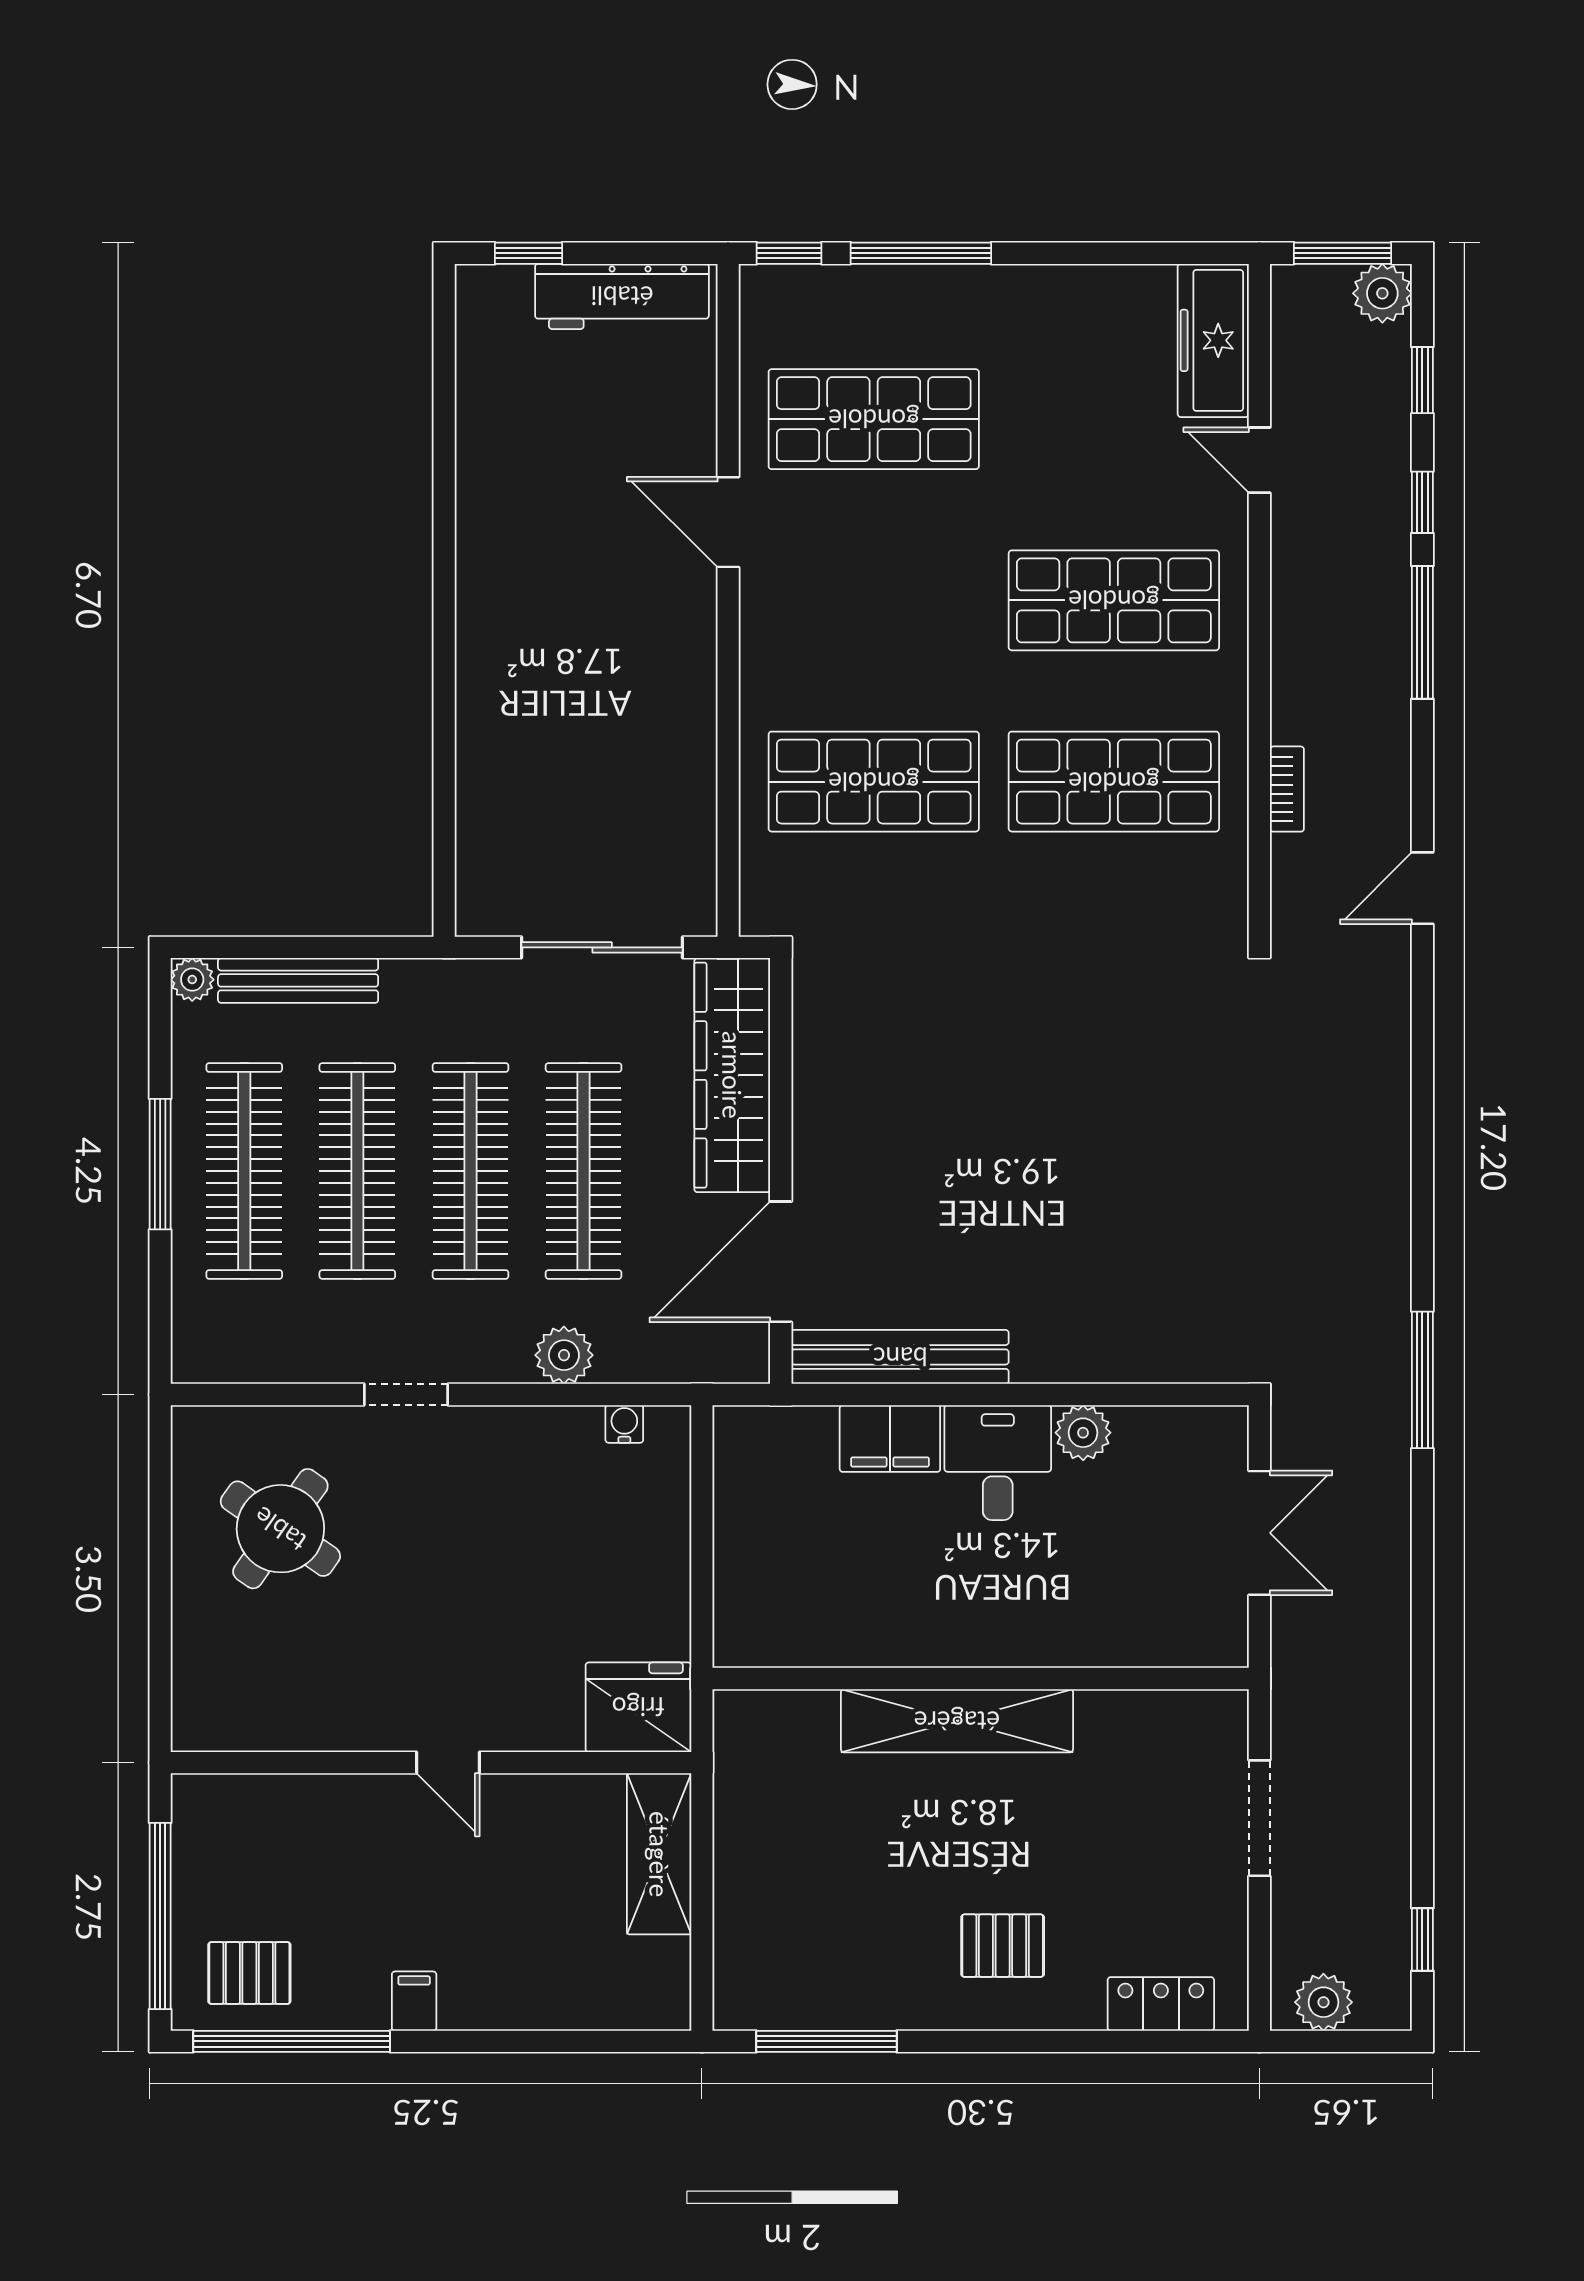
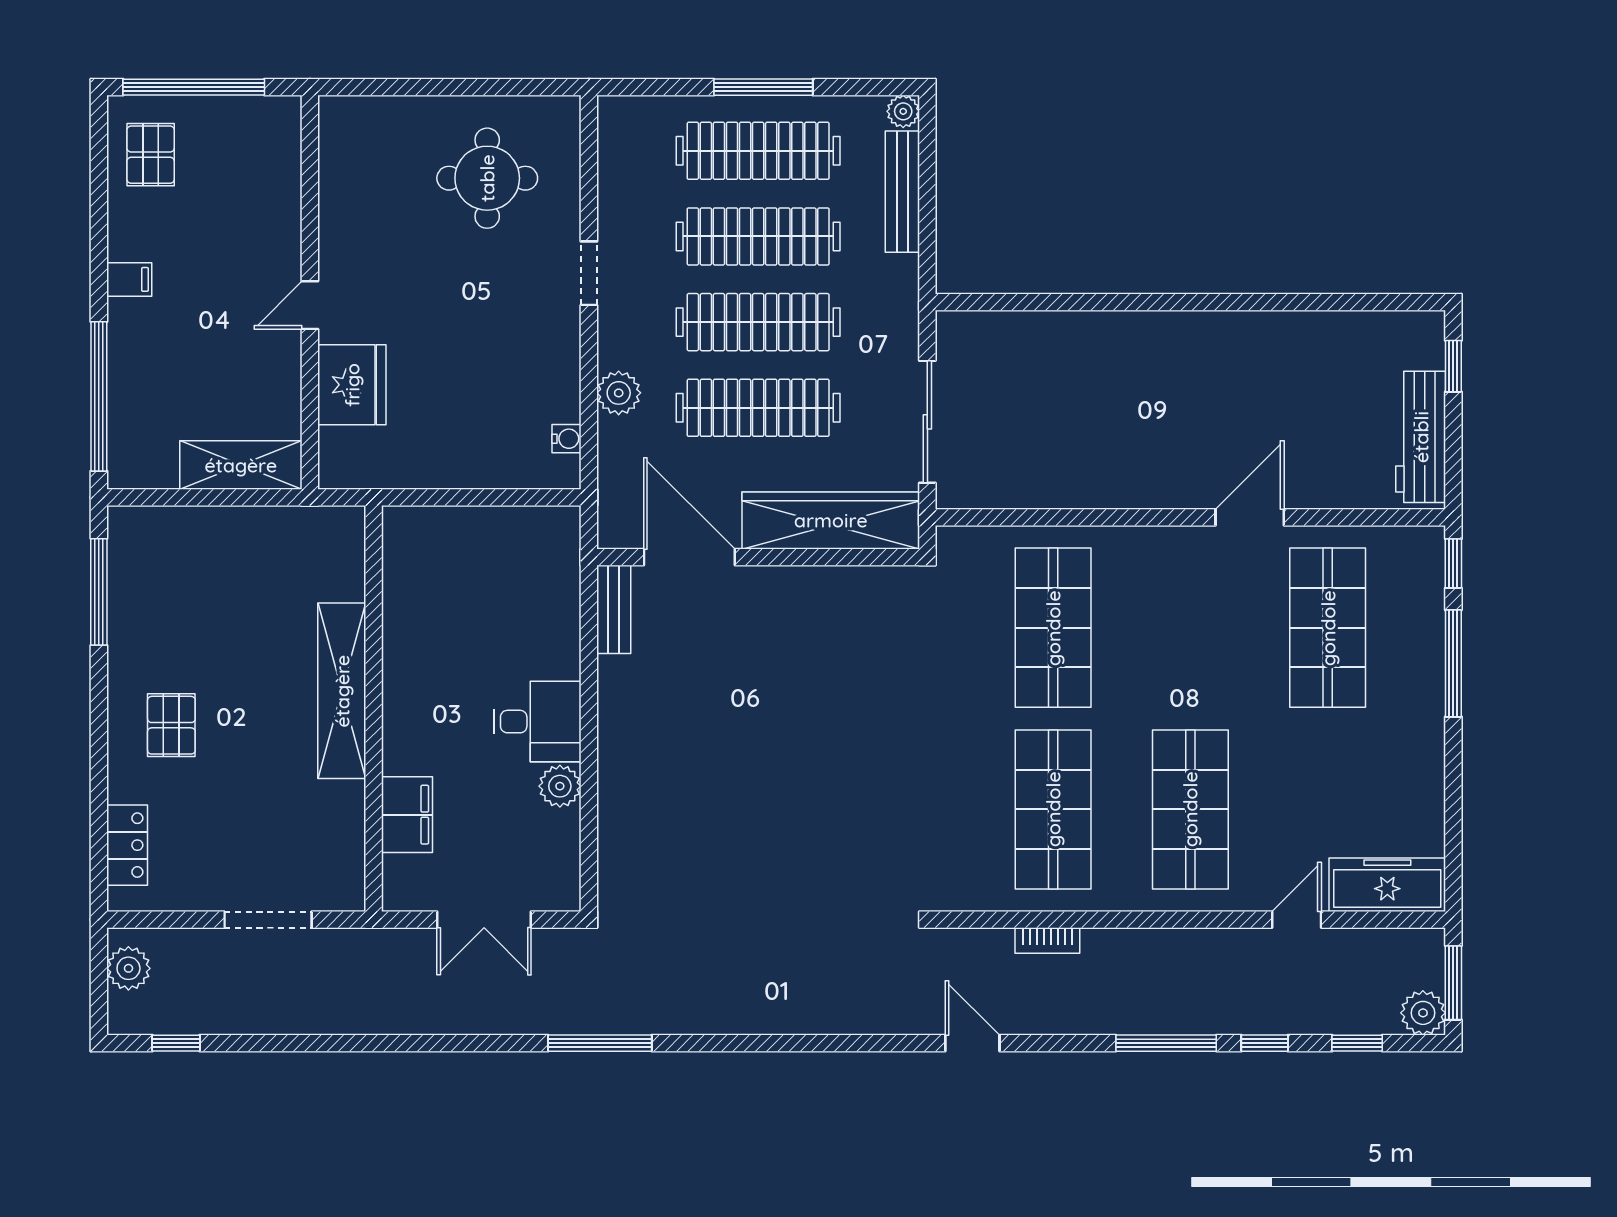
bench: (900, 1357) -> (614, 609), width x0.54, depth x0.82
filing cabinet: (890, 1439) -> (407, 815), moved, turned 180
round table: (280, 1529) -> (487, 178), turned -35
fridge: (638, 1707) -> (352, 385), moved
window: (292, 2041) -> (99, 396), moved

